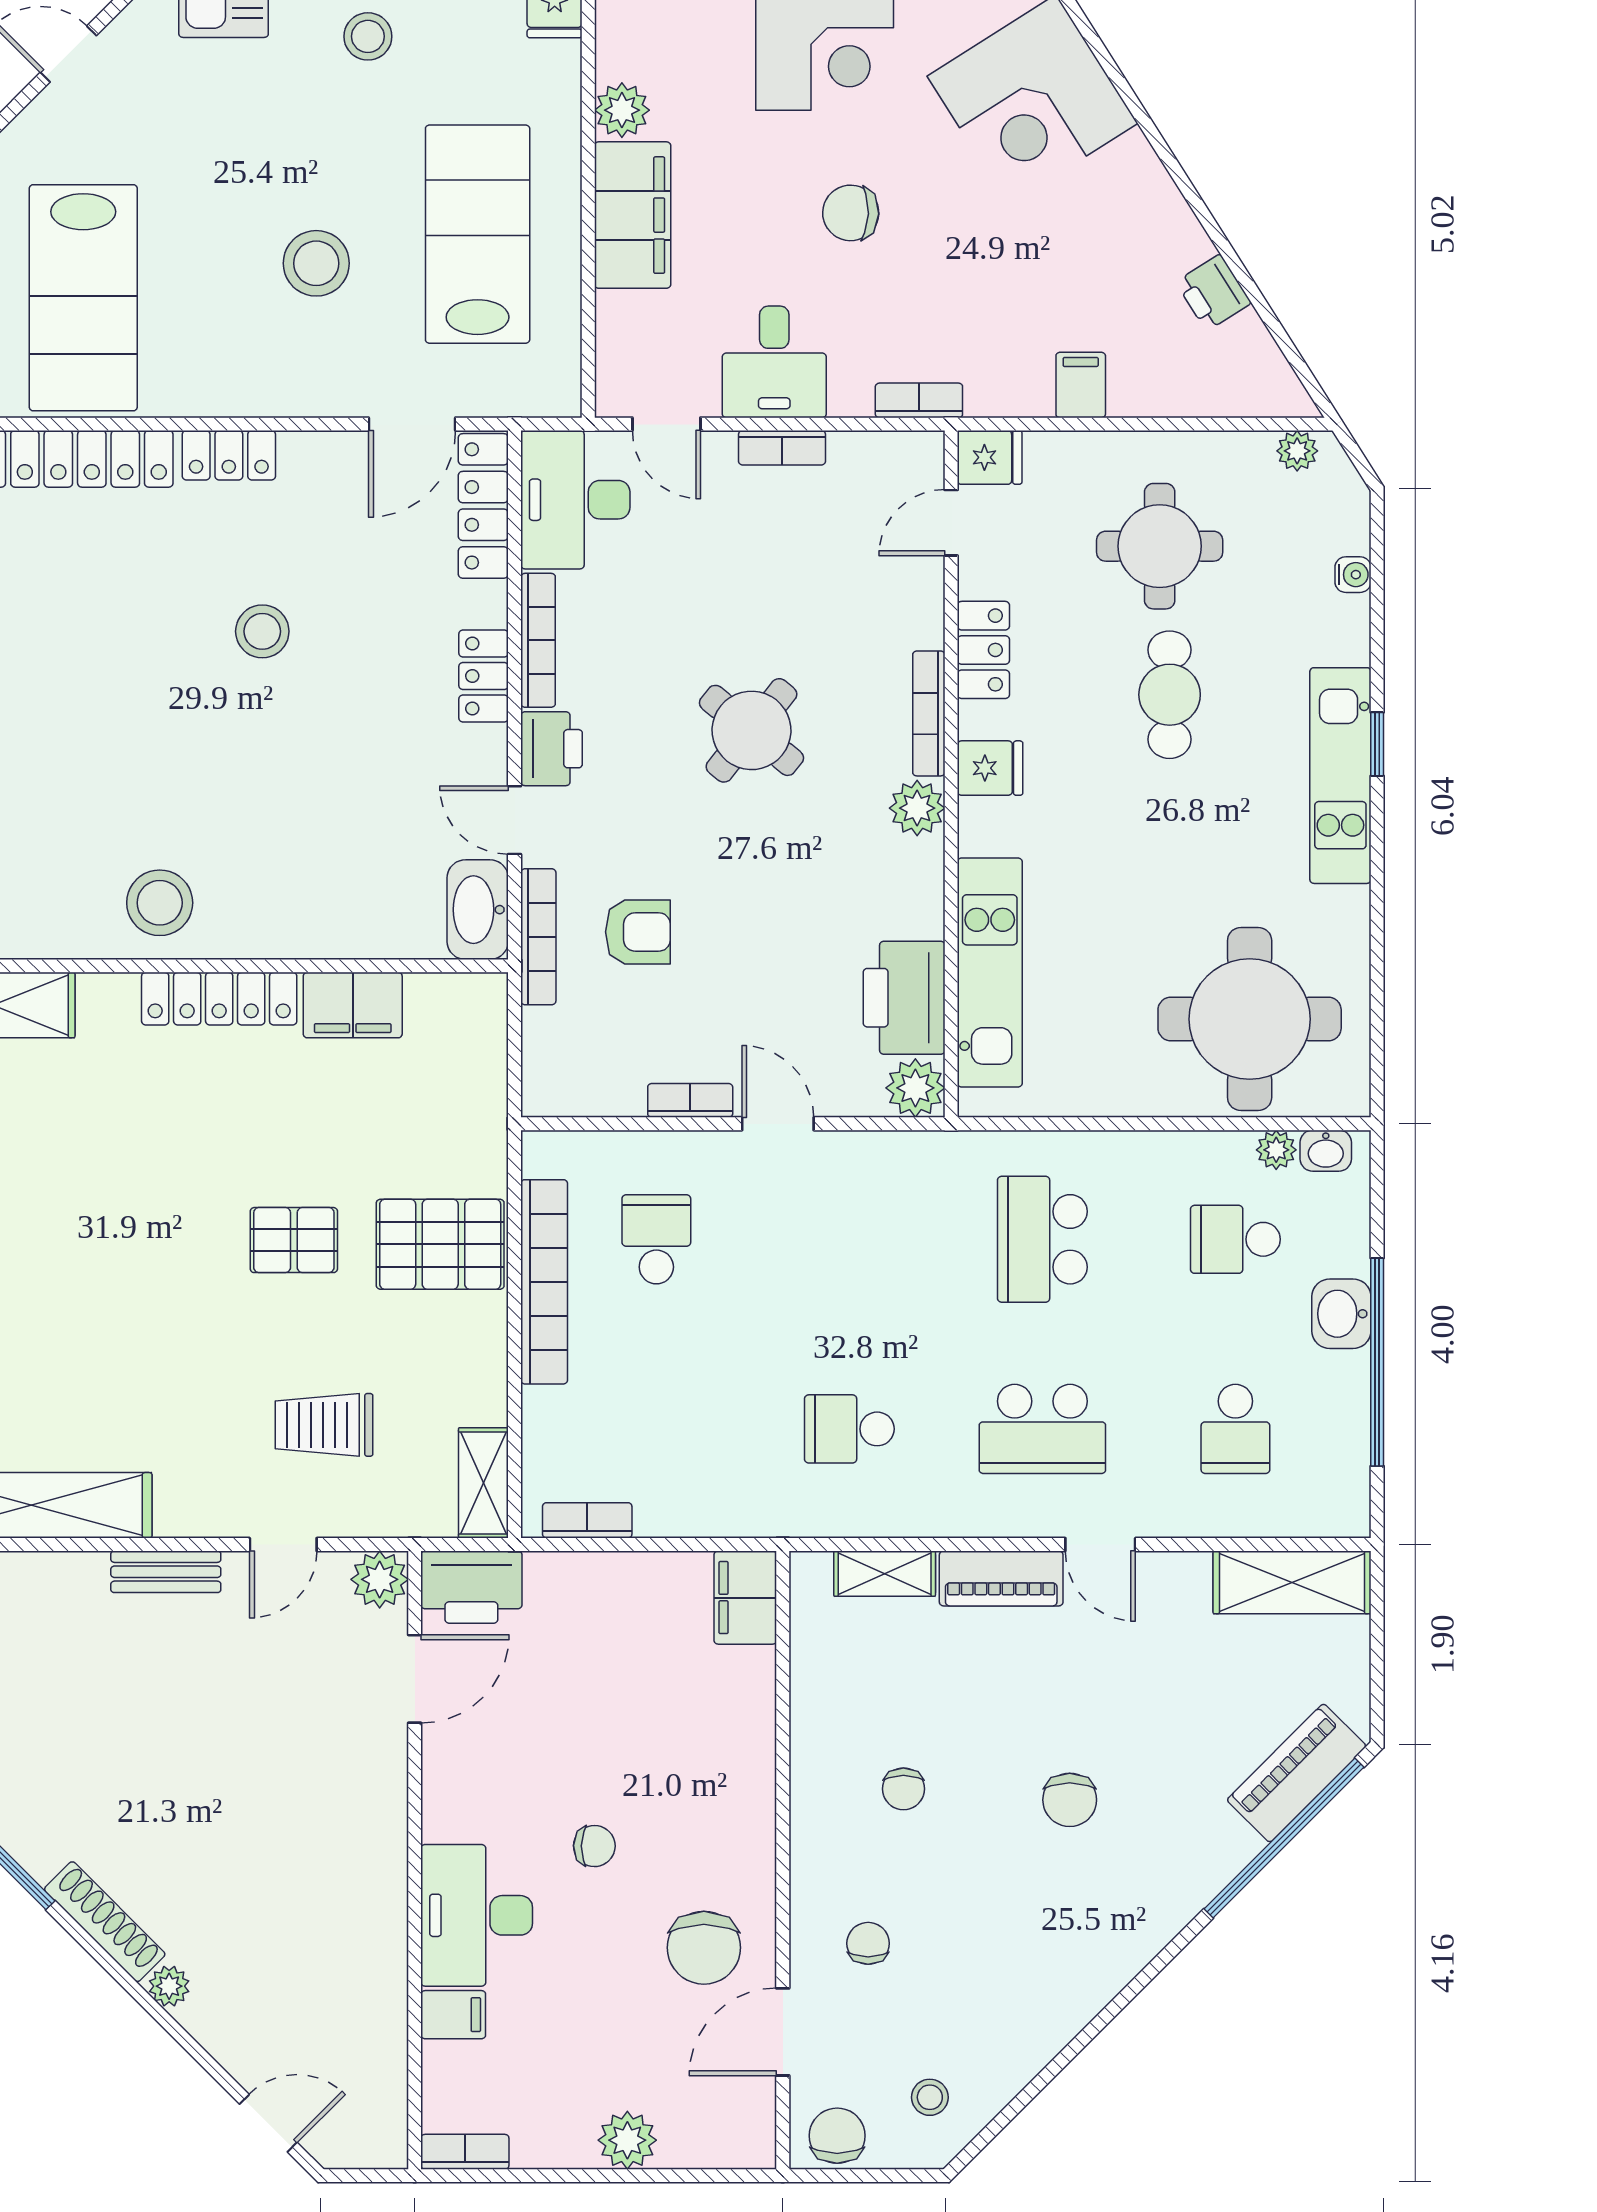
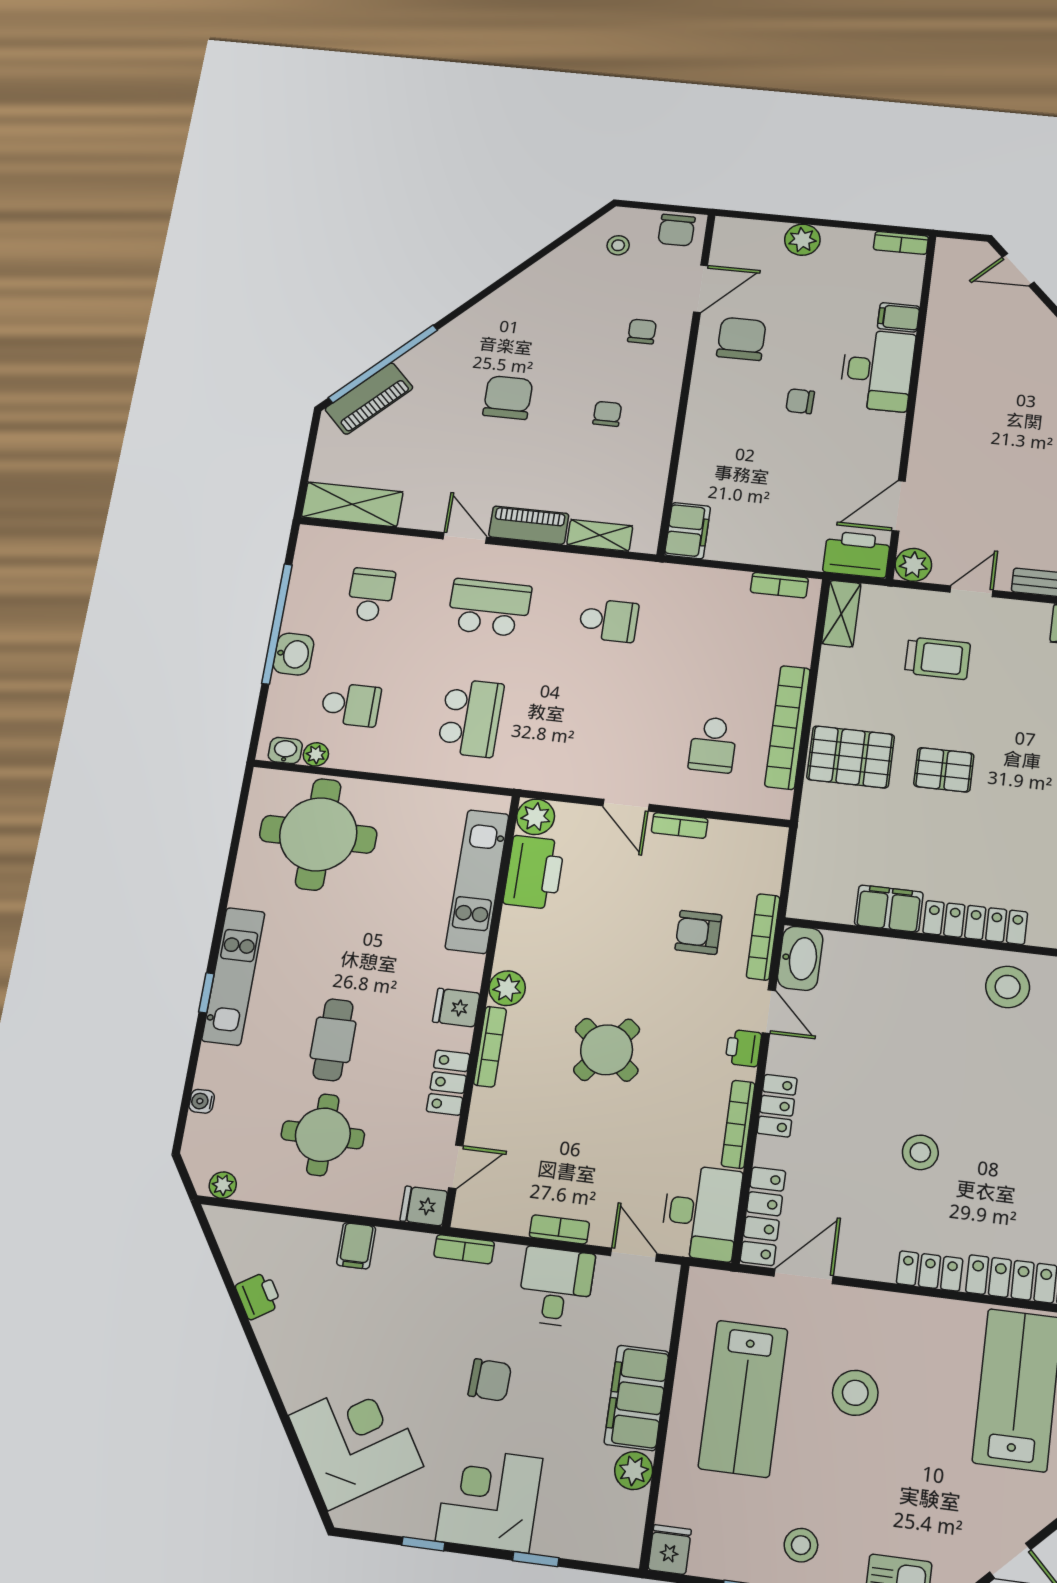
printer: (552, 749) -> (743, 1048), width x0.73, depth x0.81
chair: (1070, 1800) -> (508, 398), width x1.37, depth x1.37
chair: (868, 1943) -> (642, 331), turned 180

